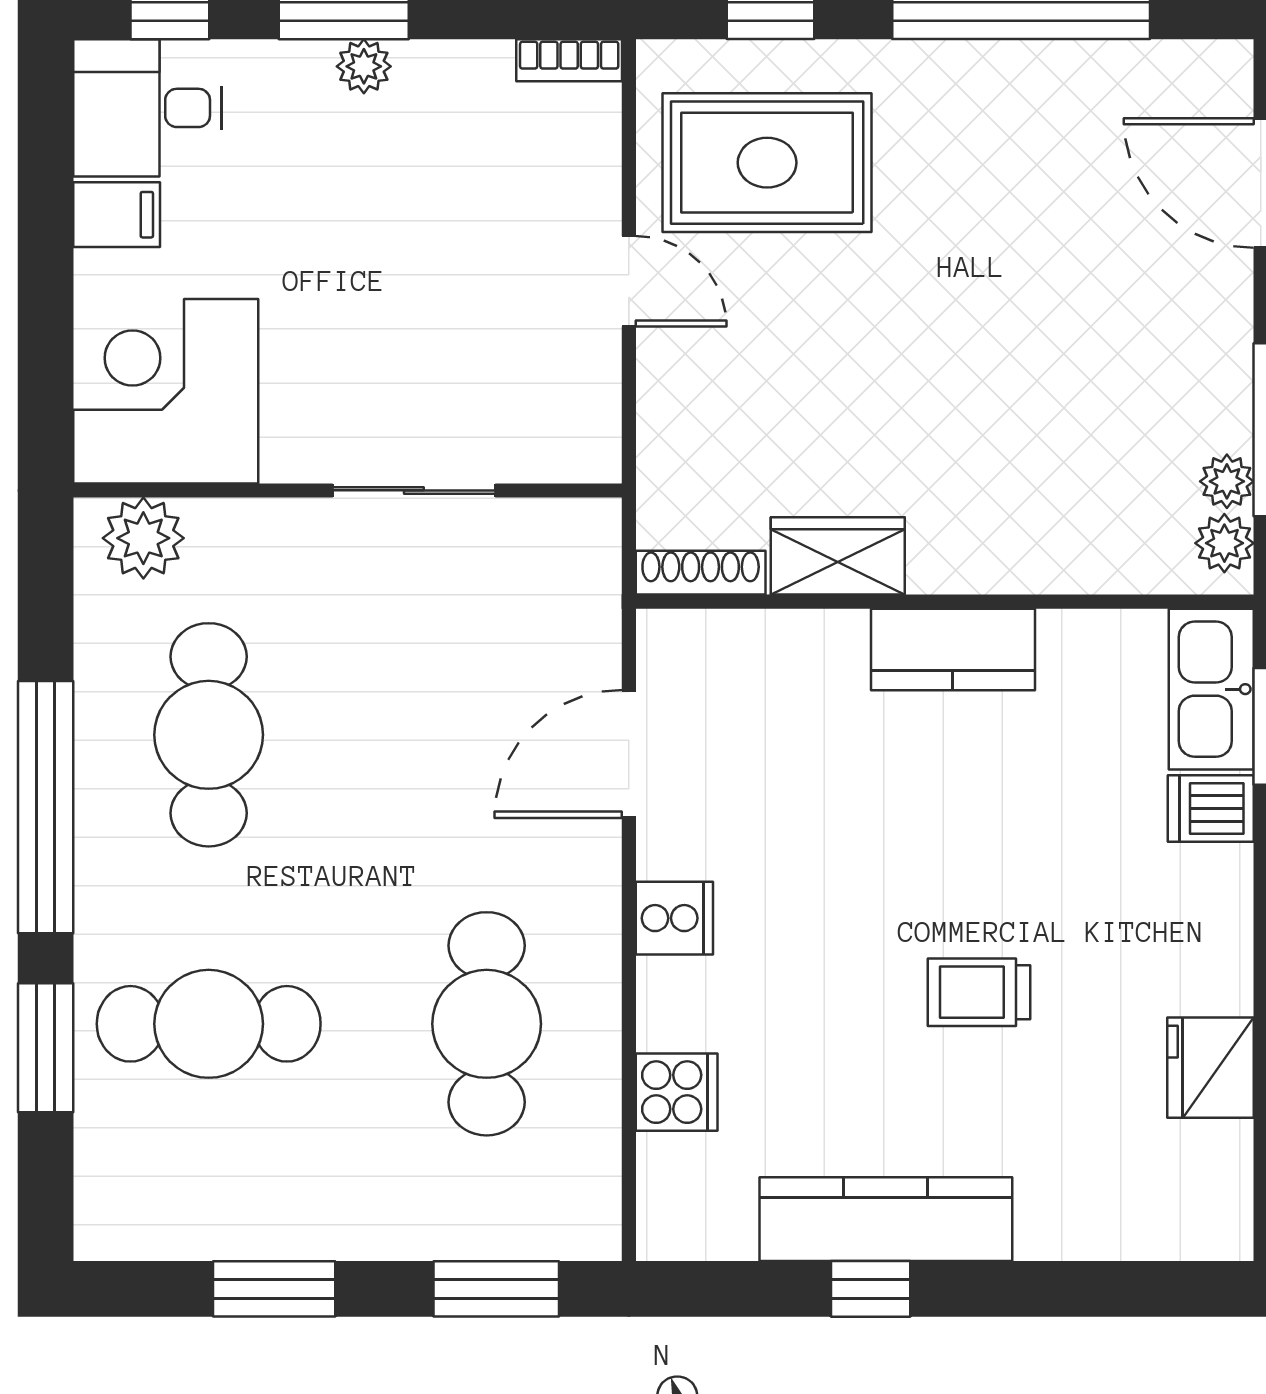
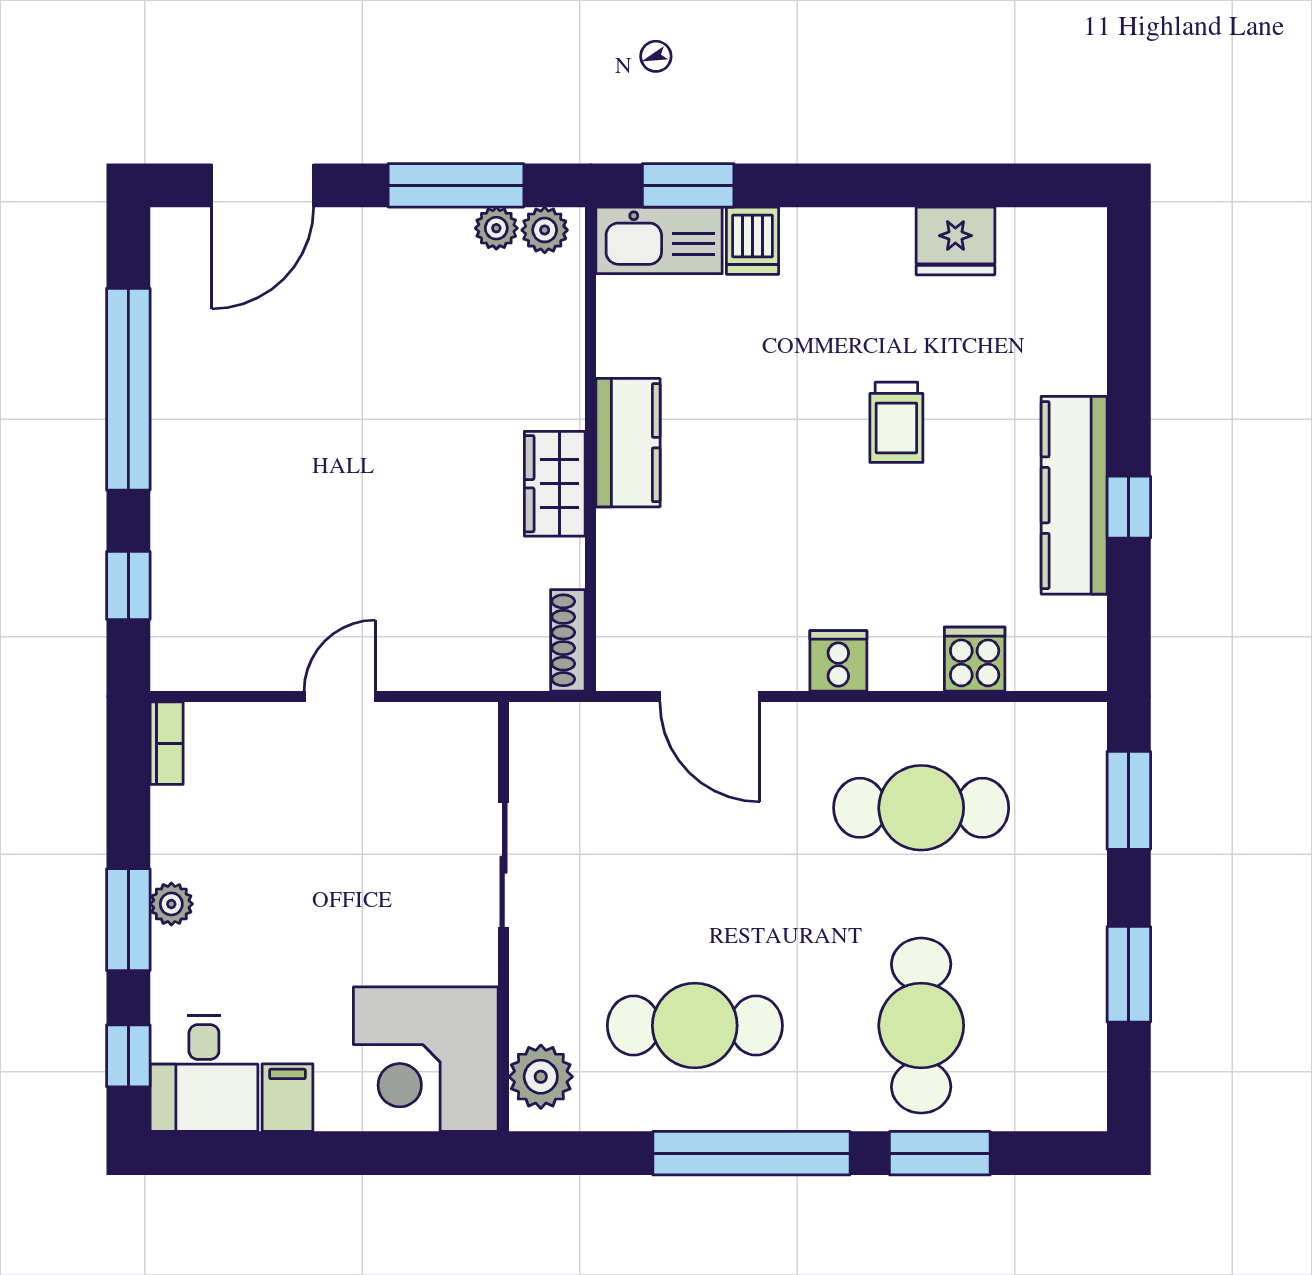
rug: (767, 163) -> (247, 588), removed
wardrobe: (838, 556) -> (555, 484), moved

